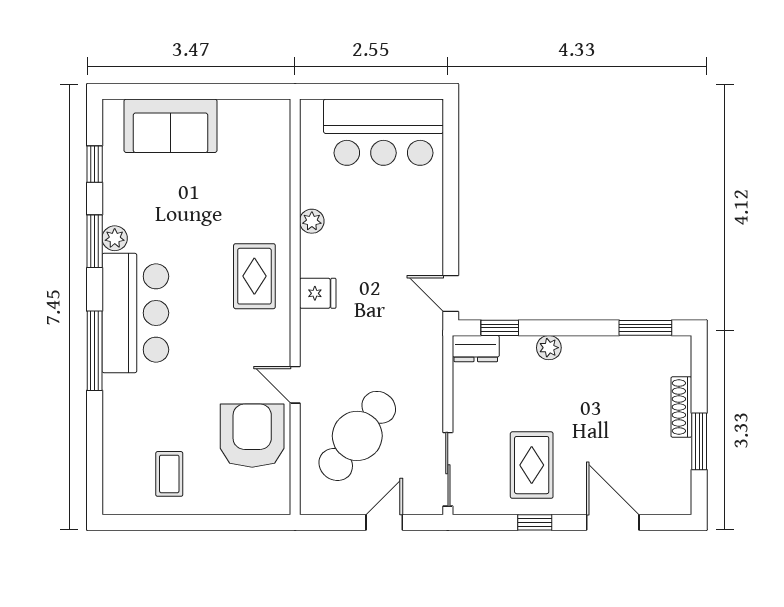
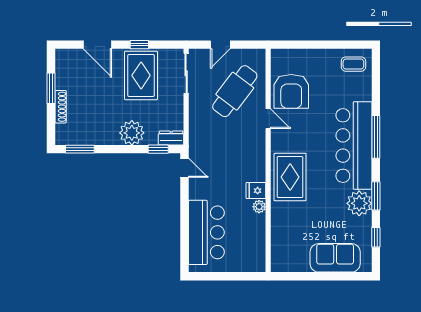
bar counter: (383, 132) -> (206, 232), moved, turned 90
plant: (115, 238) -> (359, 203), width x1.88, depth x1.88
rug: (254, 276) -> (290, 177), width x1.36, depth x1.43
fridge: (318, 293) -> (256, 191), moved
bar counter: (135, 313) -> (354, 146), width x1.36
plant: (549, 348) -> (132, 133), width x1.88, depth x1.88
rug: (532, 465) -> (141, 75), width x1.36, depth x1.43
coffee table: (169, 474) -> (353, 64), moved, turned 90

